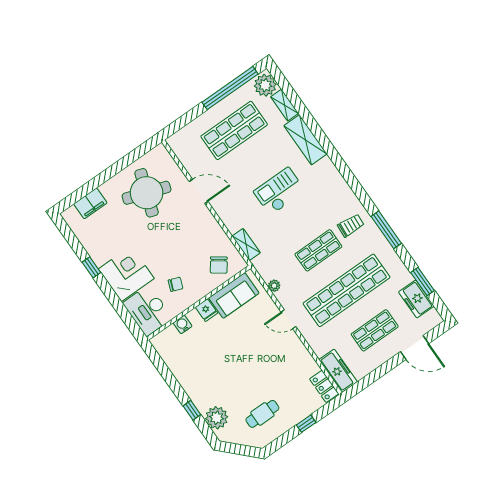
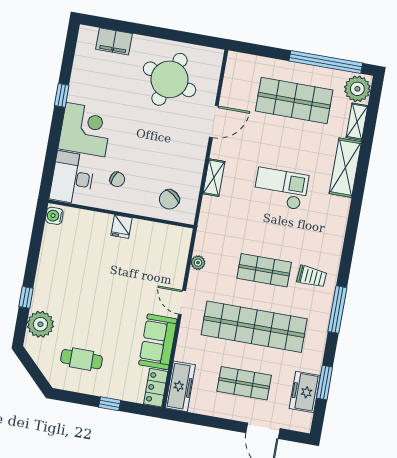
door: (199, 191) -> (214, 122), hinge flipped
shelving: (246, 244) -> (214, 178), moved
sofa: (234, 296) -> (158, 342), moved, turned 90
water cooler: (183, 324) -> (54, 216), moved, turned -90

